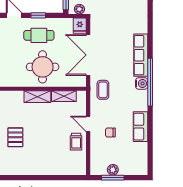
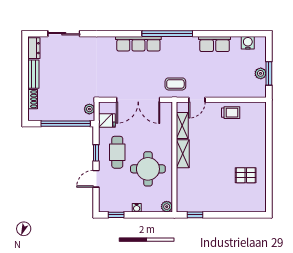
fridge: (80, 26) -> (107, 121), moved
round table: (43, 67) -> (148, 169), moved
water cooler: (142, 83) -> (248, 43), moved
door: (88, 124) -> (197, 100), moved
chair: (110, 132) -> (221, 76), removed
pallet: (15, 137) -> (246, 175), moved

